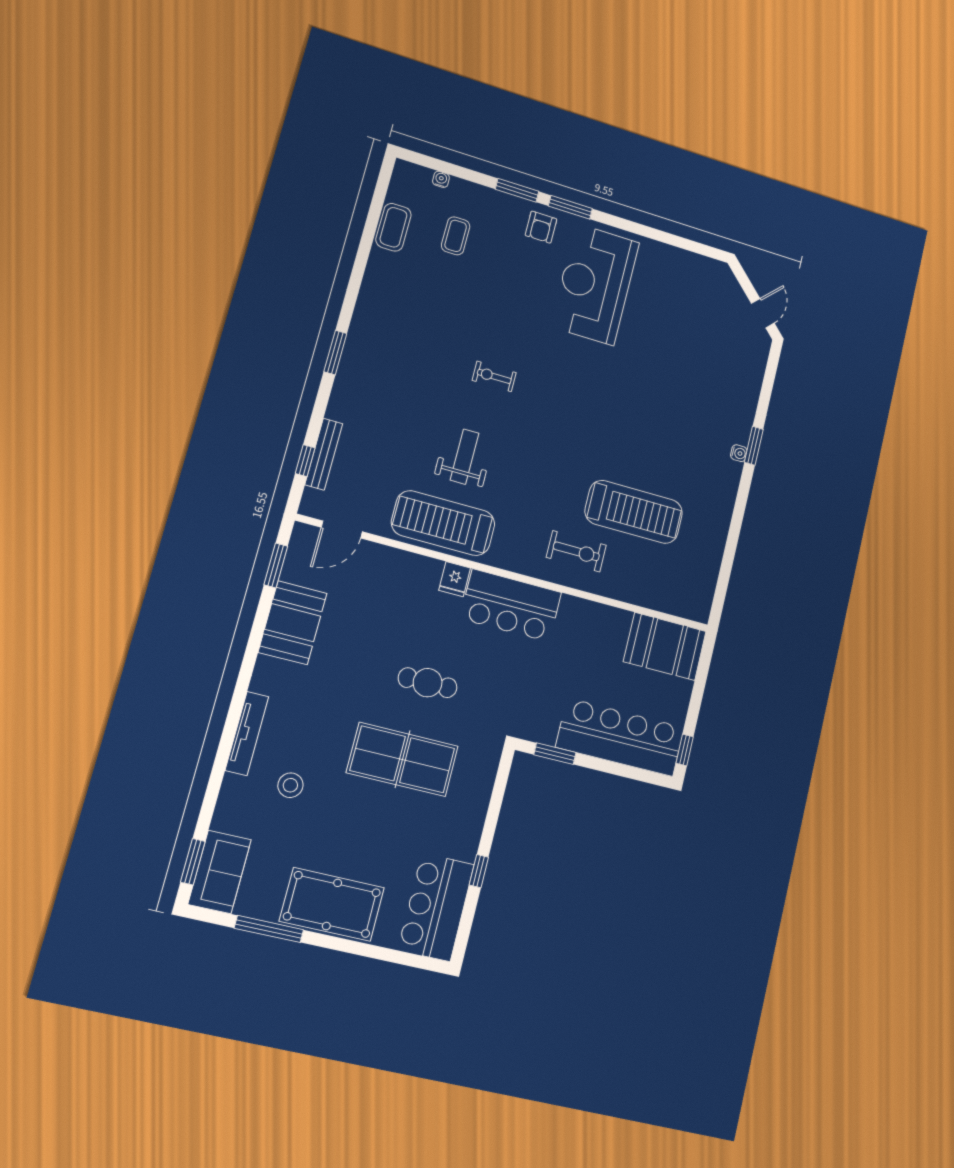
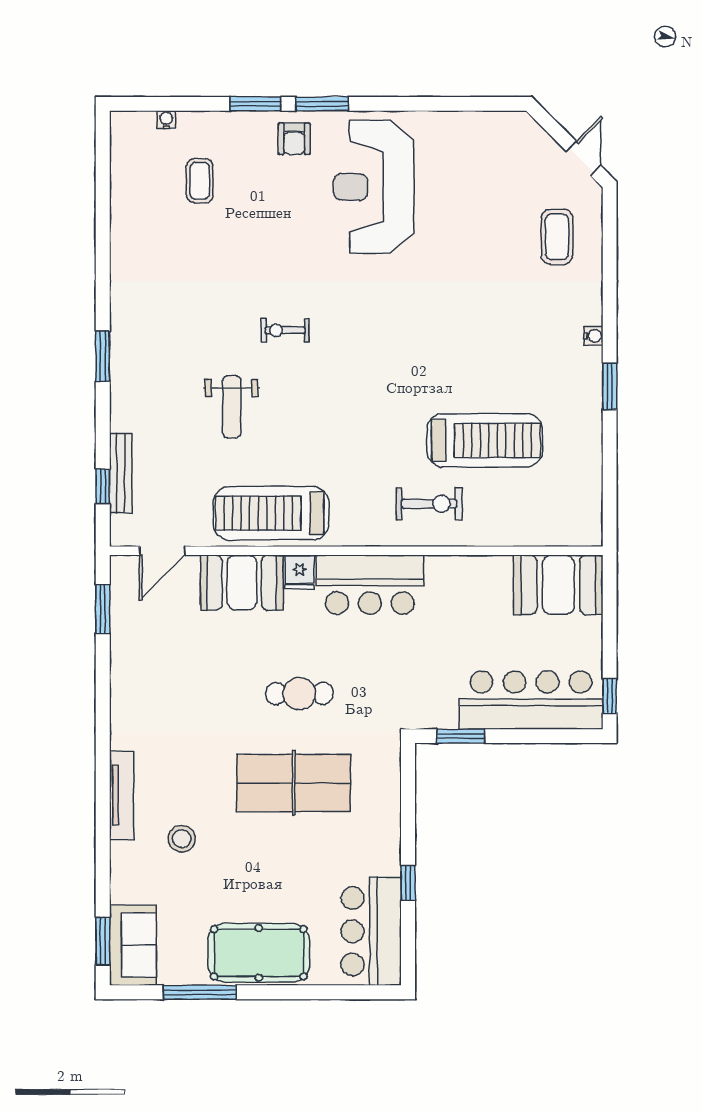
coffee table: (393, 227) -> (557, 237), moved
window: (754, 446) -> (610, 386), moved
weight bench: (465, 457) -> (232, 407), moved, turned 180
booth: (293, 623) -> (242, 583), moved, turned 90

